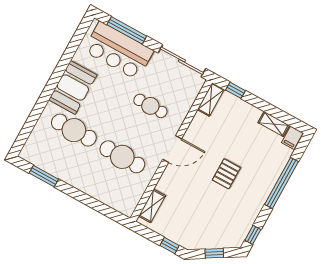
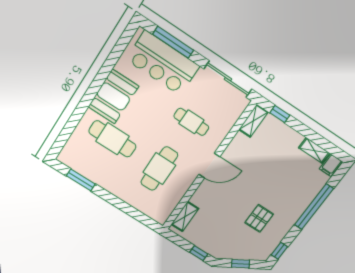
cafe table: (122, 157) -> (159, 169), turned 90
pallet: (226, 174) -> (259, 218), moved

